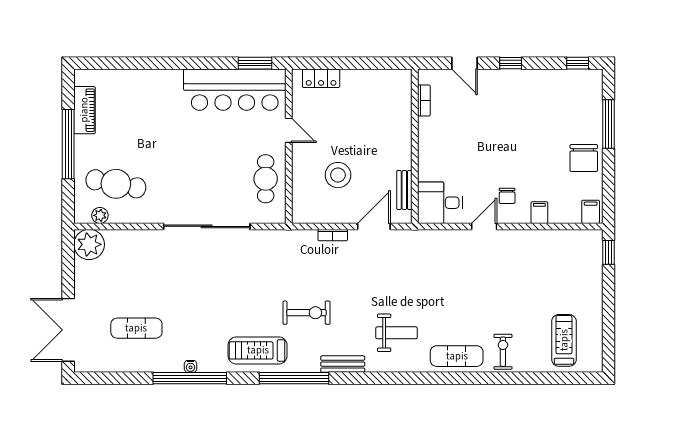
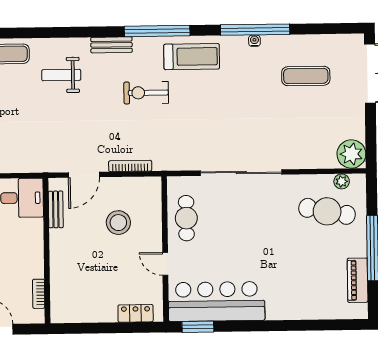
bookcase: (333, 235) -> (130, 166), width x1.56

